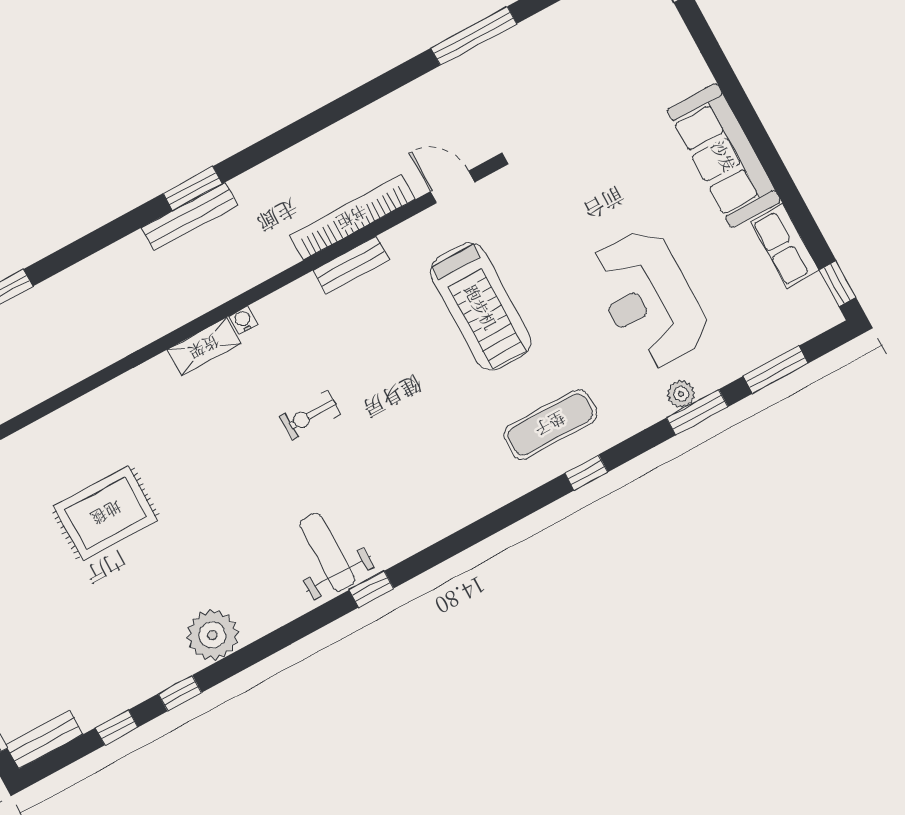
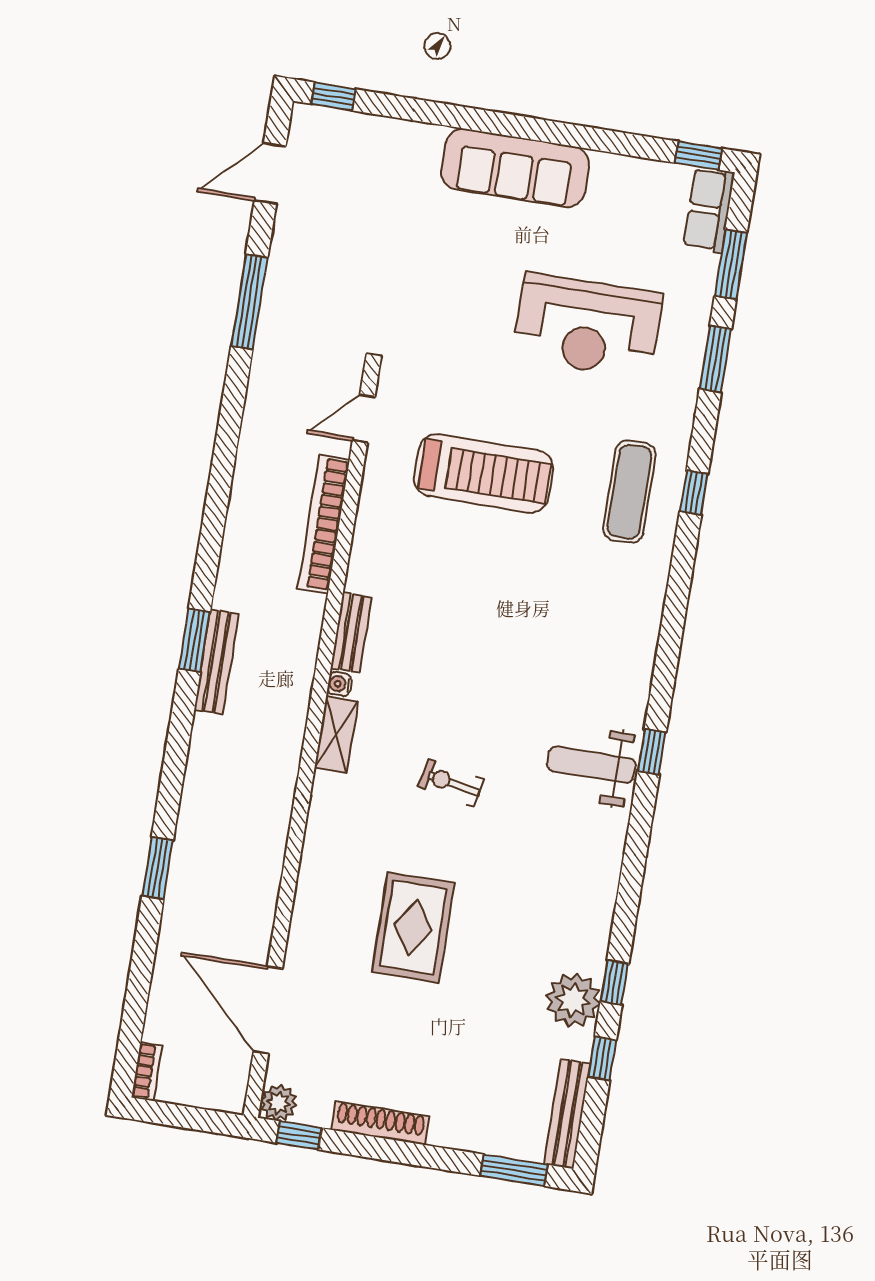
row of seats: (785, 246) -> (709, 210), moved, turned 90
bench: (351, 265) -> (351, 633), moved
plant: (681, 394) -> (689, 361), removed
exercise bike: (310, 415) -> (451, 783), moved, turned 101
plant: (212, 635) -> (573, 1000), moved
bench: (44, 740) -> (567, 1114), width x1.36

